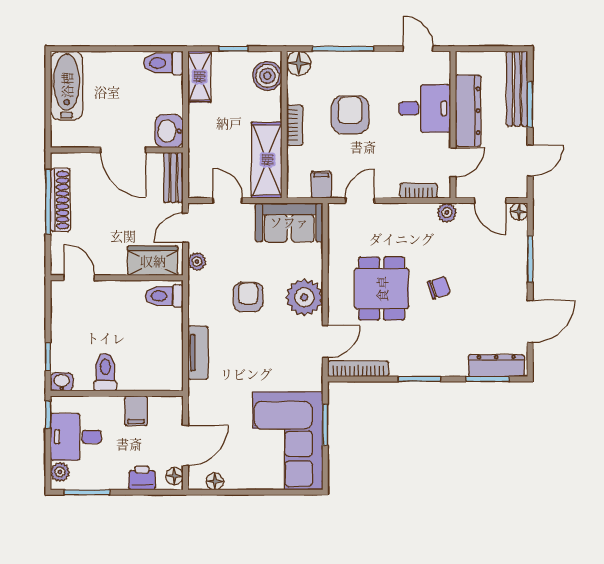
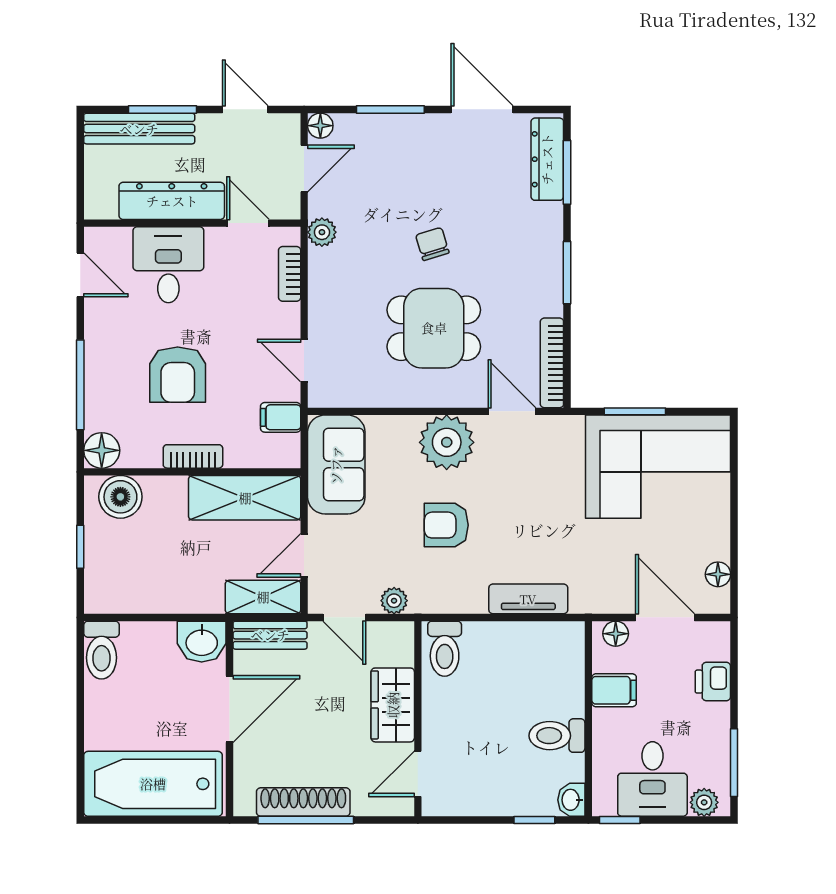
door: (418, 49) -> (80, 275), swing flipped
shelving: (199, 77) -> (263, 597), moved
bathtub: (67, 85) -> (153, 784), width x1.36, depth x1.36
armchair: (350, 115) -> (178, 375), turned -90
wardrobe: (153, 261) -> (393, 705), moved
floor lamp: (174, 476) -> (616, 634), moved

